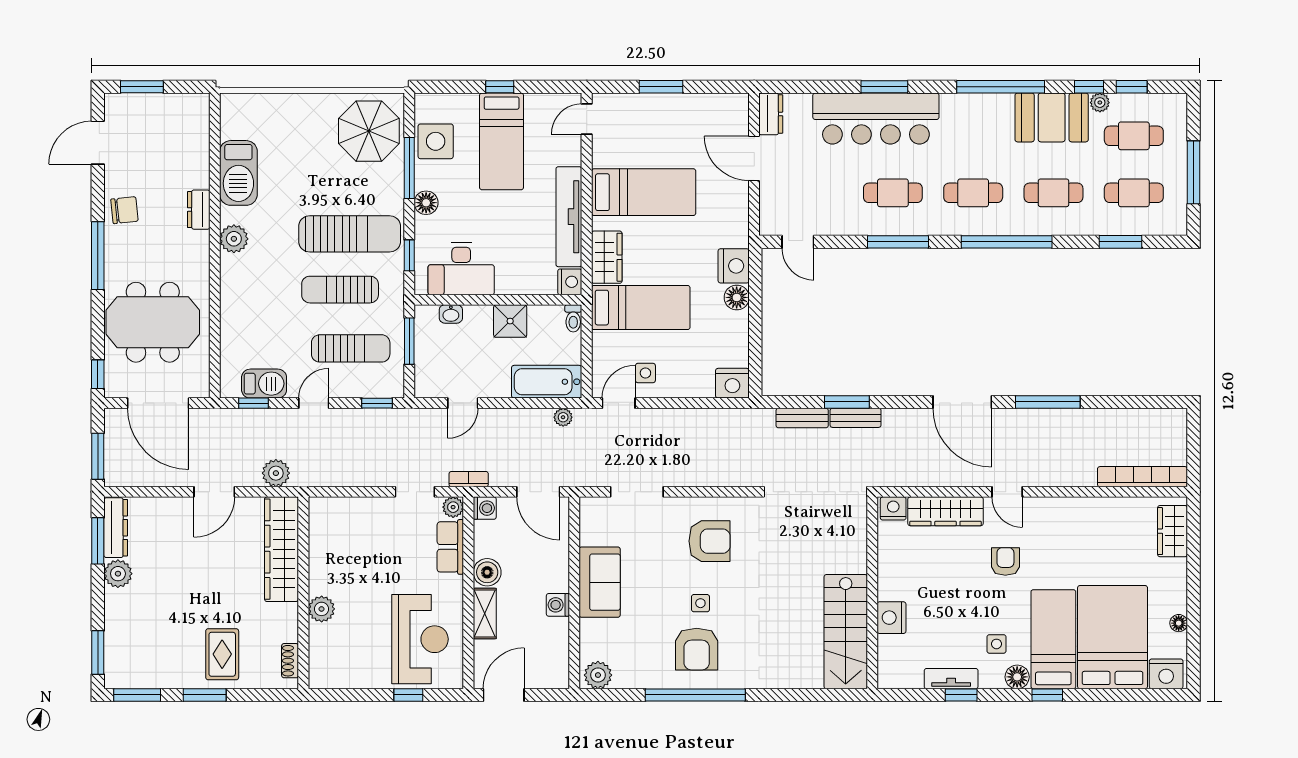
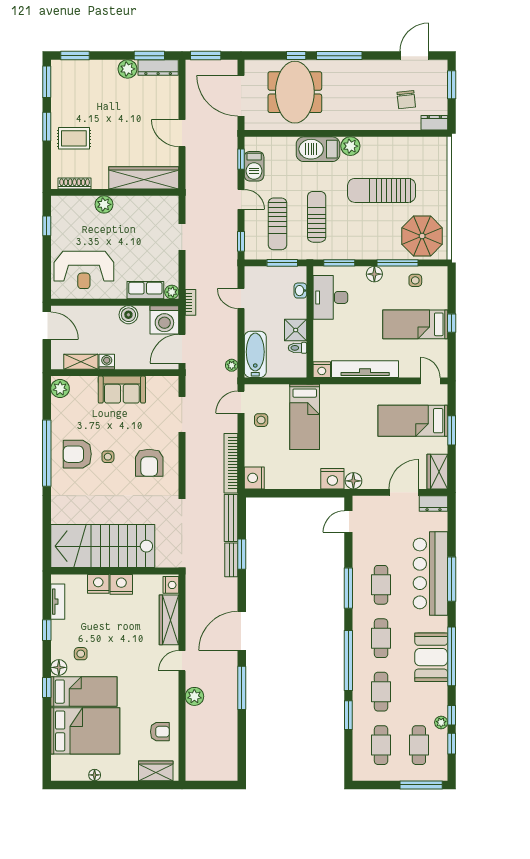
window: (884, 87) -> (452, 579), width x1.44
booth: (1052, 117) -> (431, 657), moved
side table: (436, 141) -> (415, 280), width x0.54, depth x0.54
door: (98, 143) -> (414, 56), hinge flipped
window: (1194, 172) -> (421, 785), moved
barbecue: (238, 173) -> (318, 149), moved
bed: (644, 192) -> (413, 421), moved, turned 90
chair: (125, 210) -> (406, 100), moved
dresser: (199, 210) -> (434, 123), moved
sun lounger: (350, 234) -> (382, 190), moved, turned 90
window: (1120, 242) -> (348, 715), moved
window: (409, 255) -> (339, 263), width x1.50
wardrobe: (607, 257) -> (437, 472), moved, turned 90
floor lamp: (737, 297) -> (353, 481), moved
toilet: (573, 318) -> (297, 348), moved
window: (98, 374) -> (296, 56), moved
door: (158, 403) -> (241, 96), hinge flipped
door: (619, 403) -> (241, 402), swing flipped
bench: (802, 418) -> (231, 518), width x1.36
plant: (276, 473) -> (194, 696), moved
bookcase: (1143, 477) -> (231, 463), moved, turned 180
doorway: (415, 492) -> (182, 237), moved
washing machine: (485, 508) -> (164, 320), width x1.89, depth x1.89
armchair: (1005, 561) -> (160, 732), moved
shelving: (485, 614) -> (81, 362), moved
stairs: (846, 632) -> (103, 546), width x1.36, depth x1.51
shoe rack: (290, 661) -> (75, 184), width x1.43
nightstand: (1166, 674) -> (121, 584), moved, turned 90
tv unit: (951, 679) -> (58, 602), moved
window: (408, 695) -> (47, 226), moved

